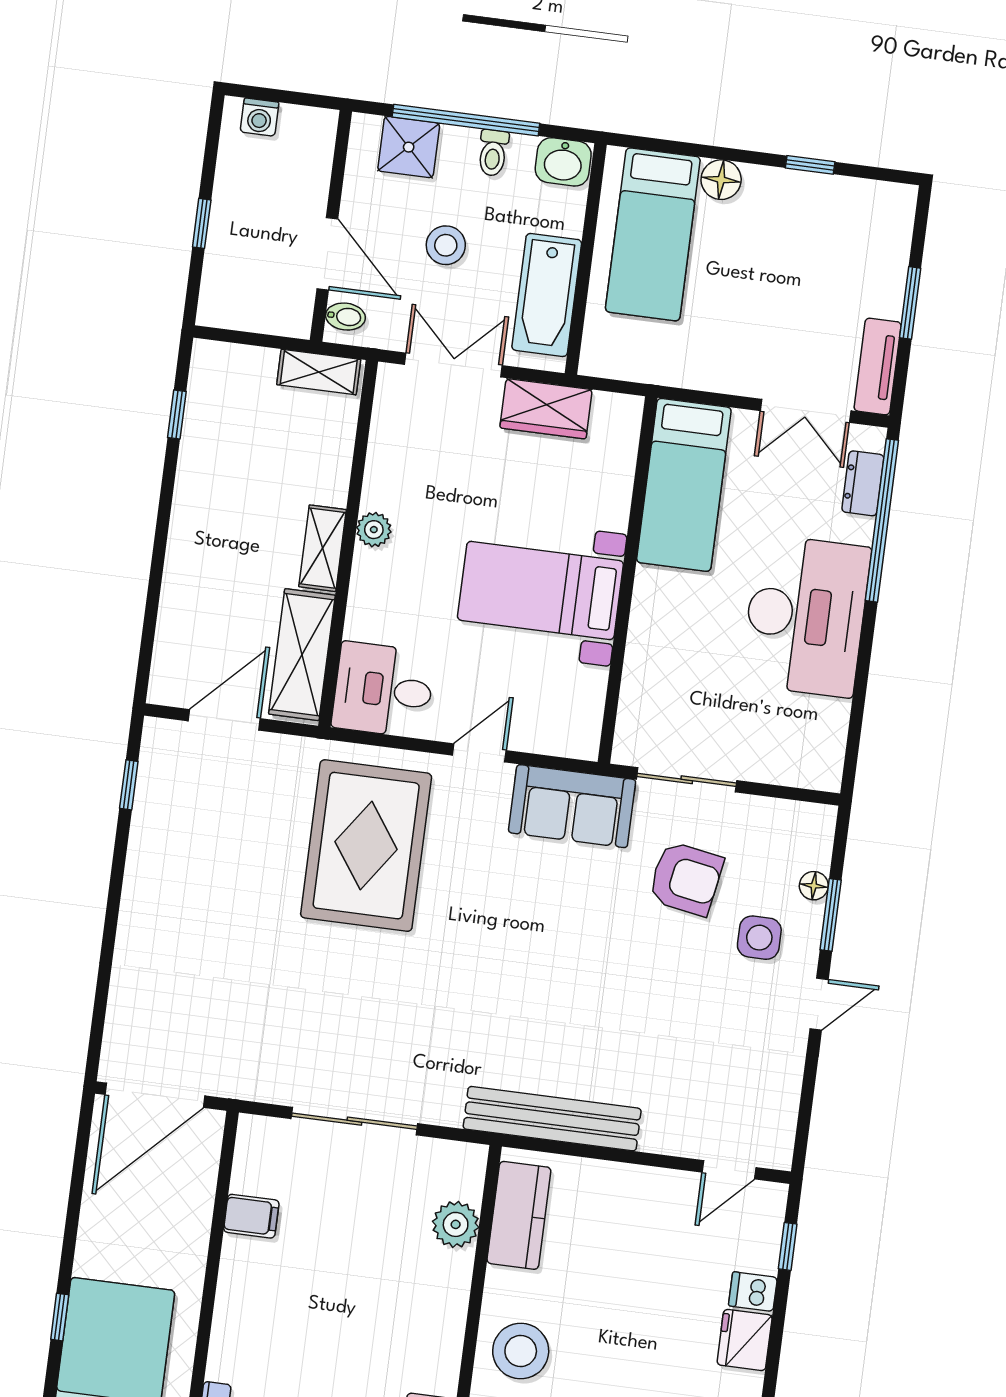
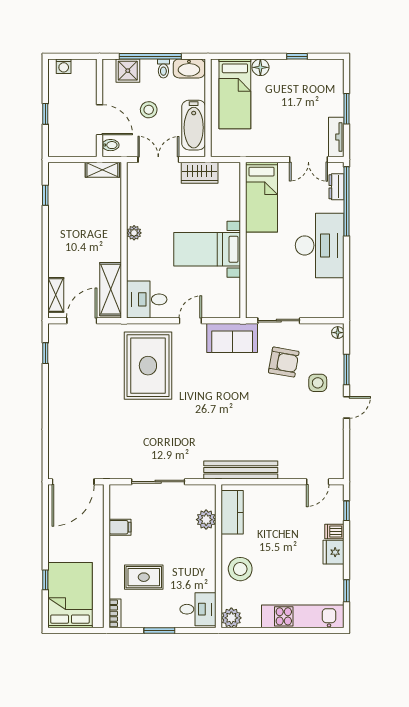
washbasin: (563, 162) -> (189, 68), width x1.38
shelving: (323, 548) -> (56, 295), moved
floor lamp: (814, 886) -> (338, 333), moved
rug: (292, 1341) -> (144, 577), added

